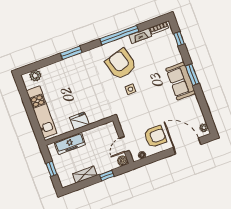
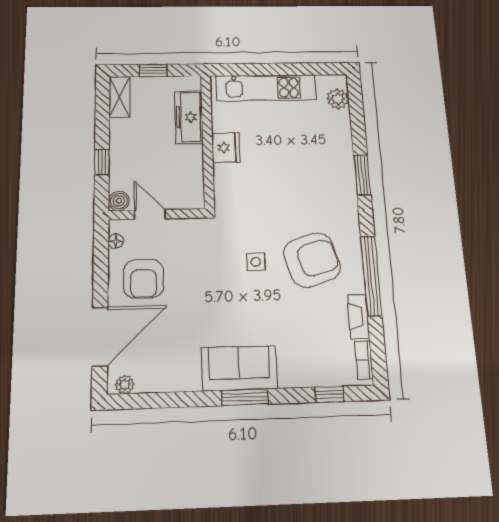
shelving: (85, 175) -> (120, 97), moved

